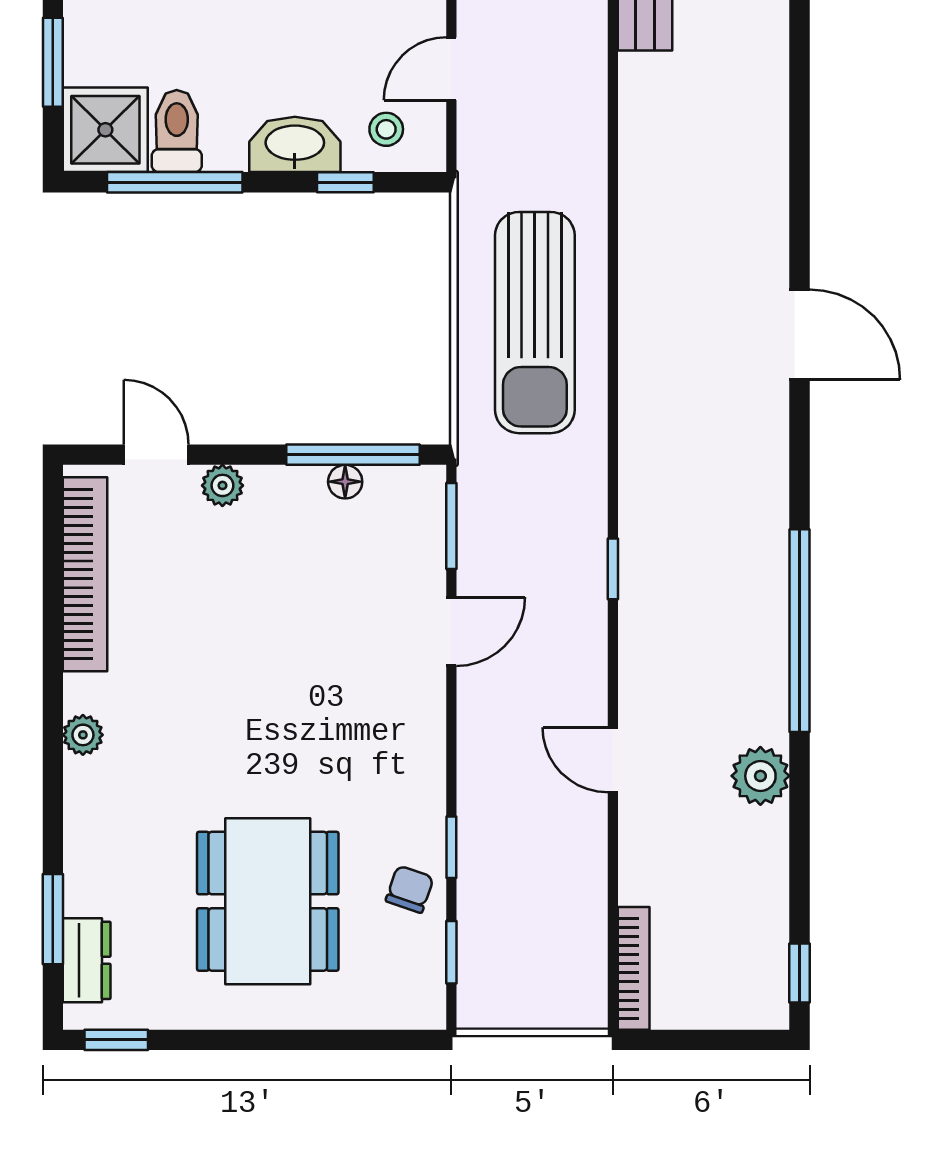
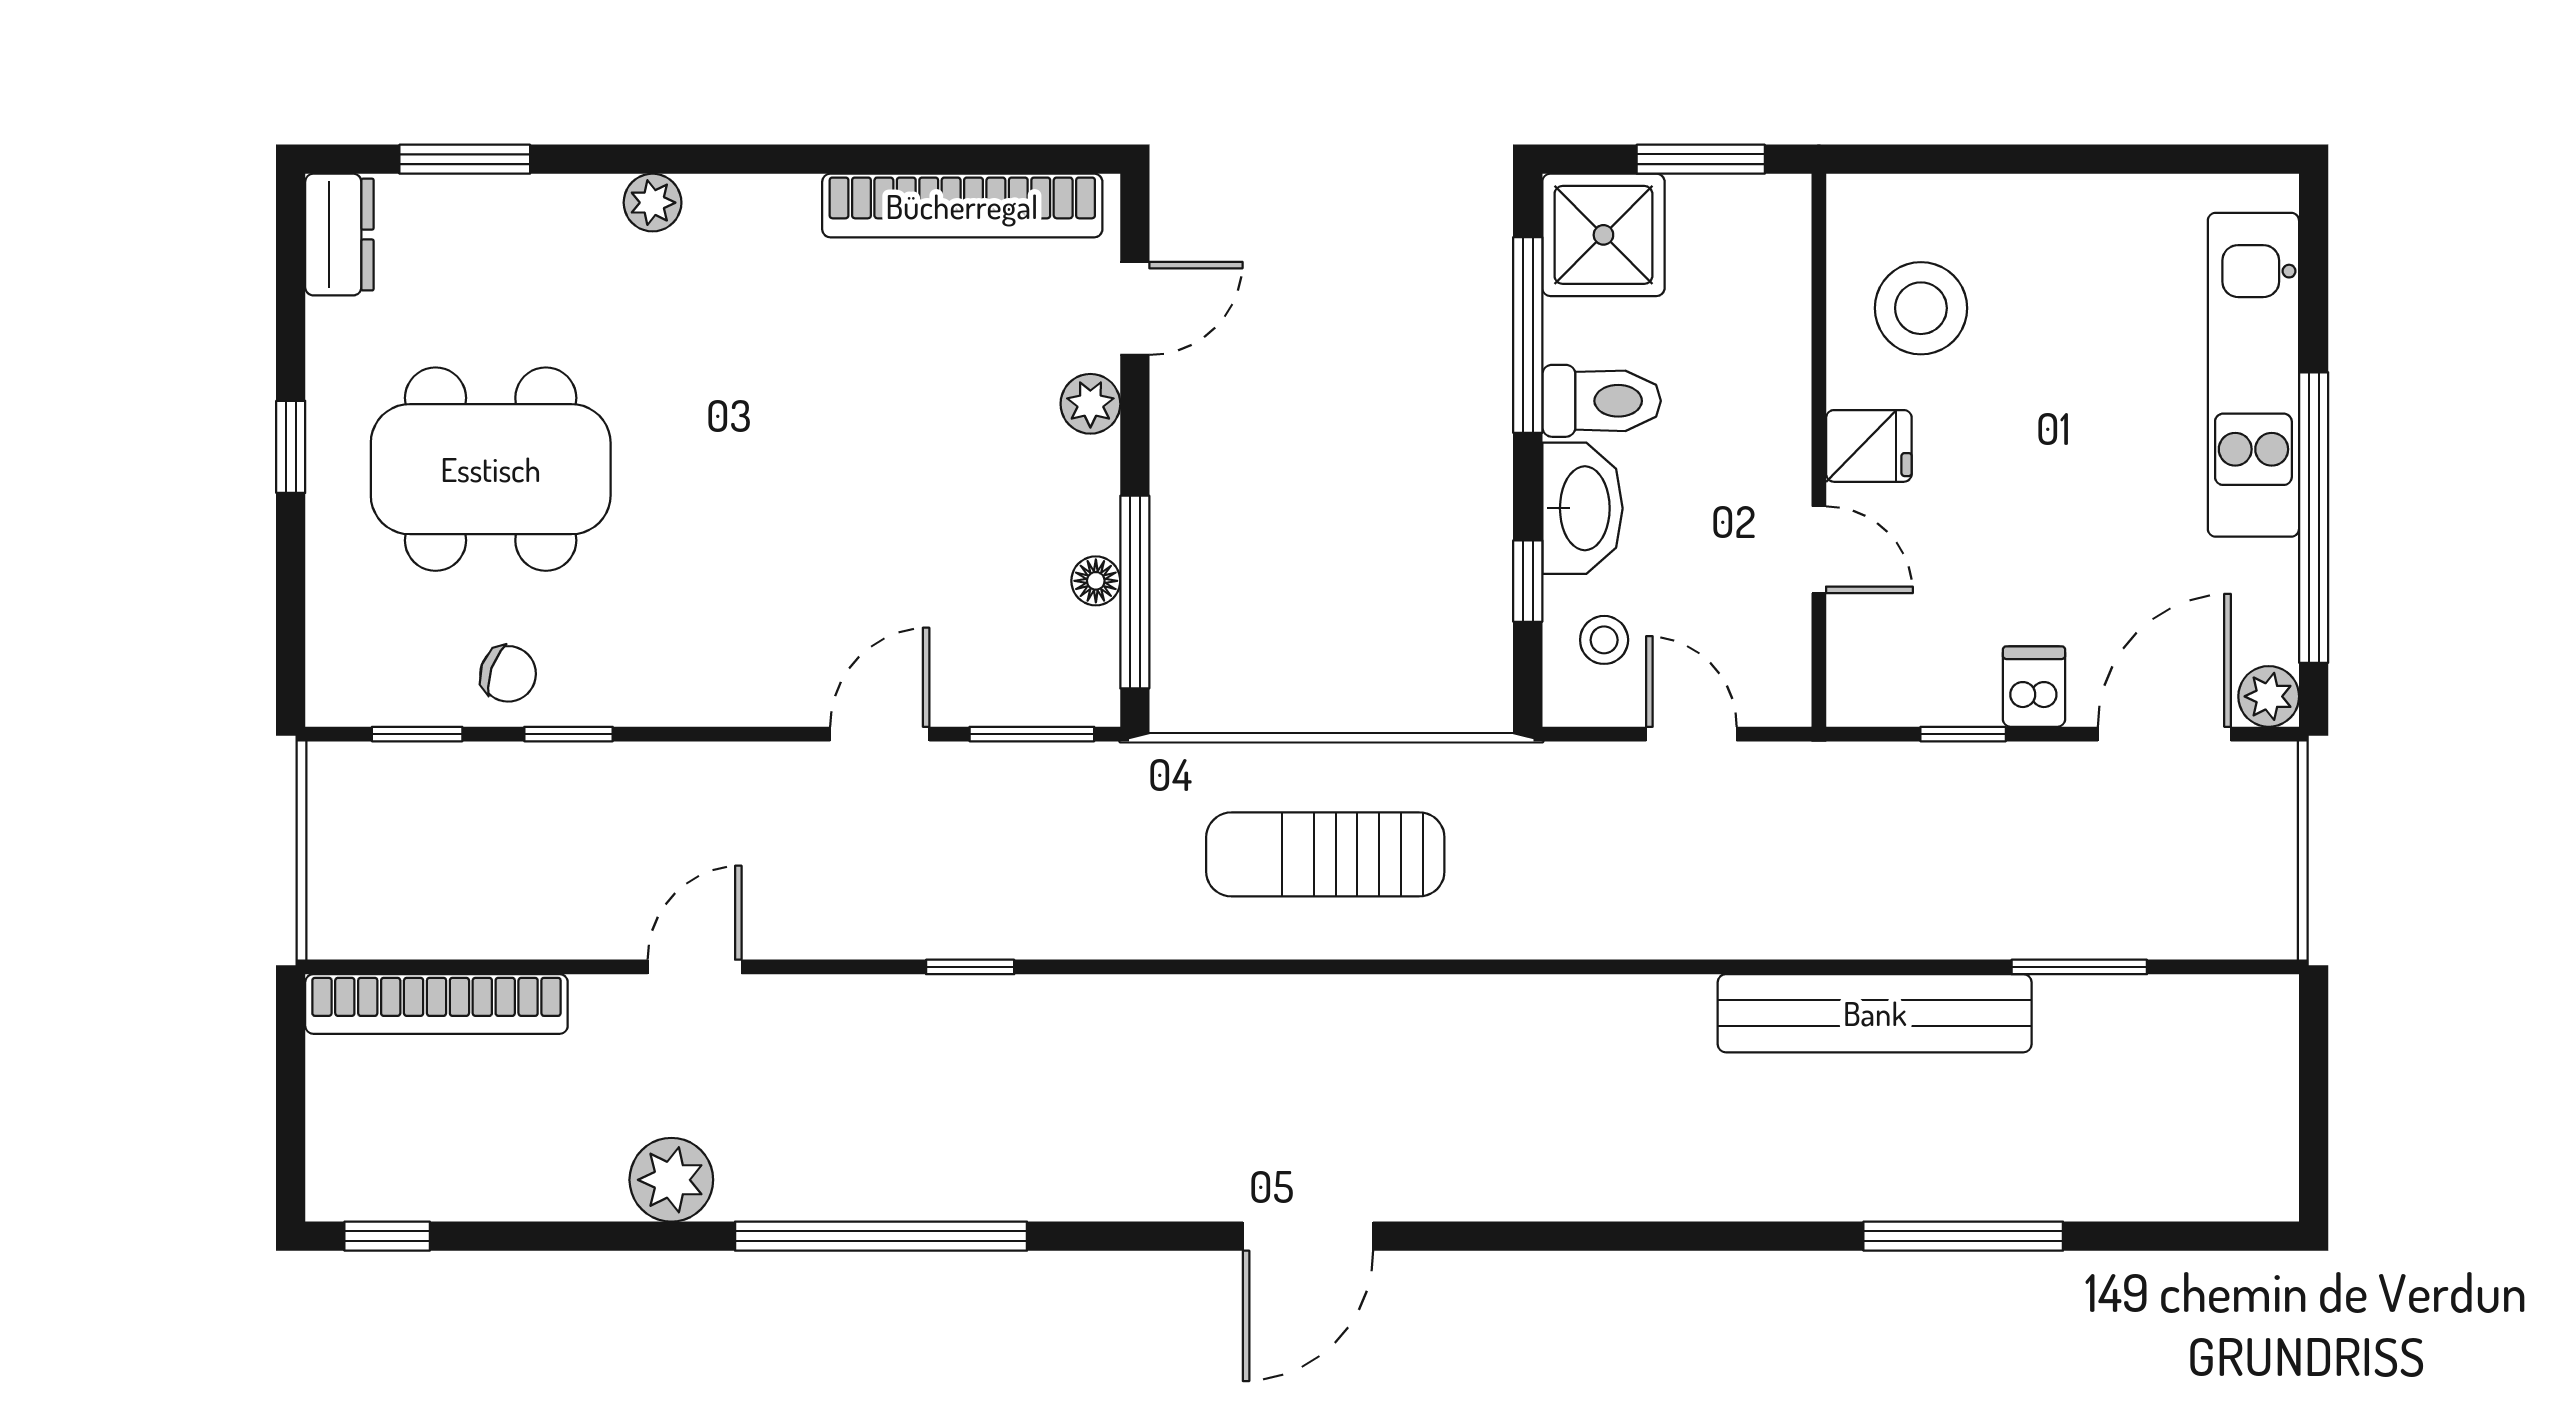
toilet: (177, 131) -> (1602, 401), moved
sun lounger: (535, 323) -> (1325, 854), width x0.73, depth x0.75
door: (451, 631) -> (880, 734), swing flipped
plant: (83, 735) -> (653, 203), moved
dresser: (87, 960) -> (339, 235), moved, turned -90
bookcase: (634, 968) -> (436, 1004), width x1.48, depth x1.31
window: (116, 1040) -> (291, 447), moved

